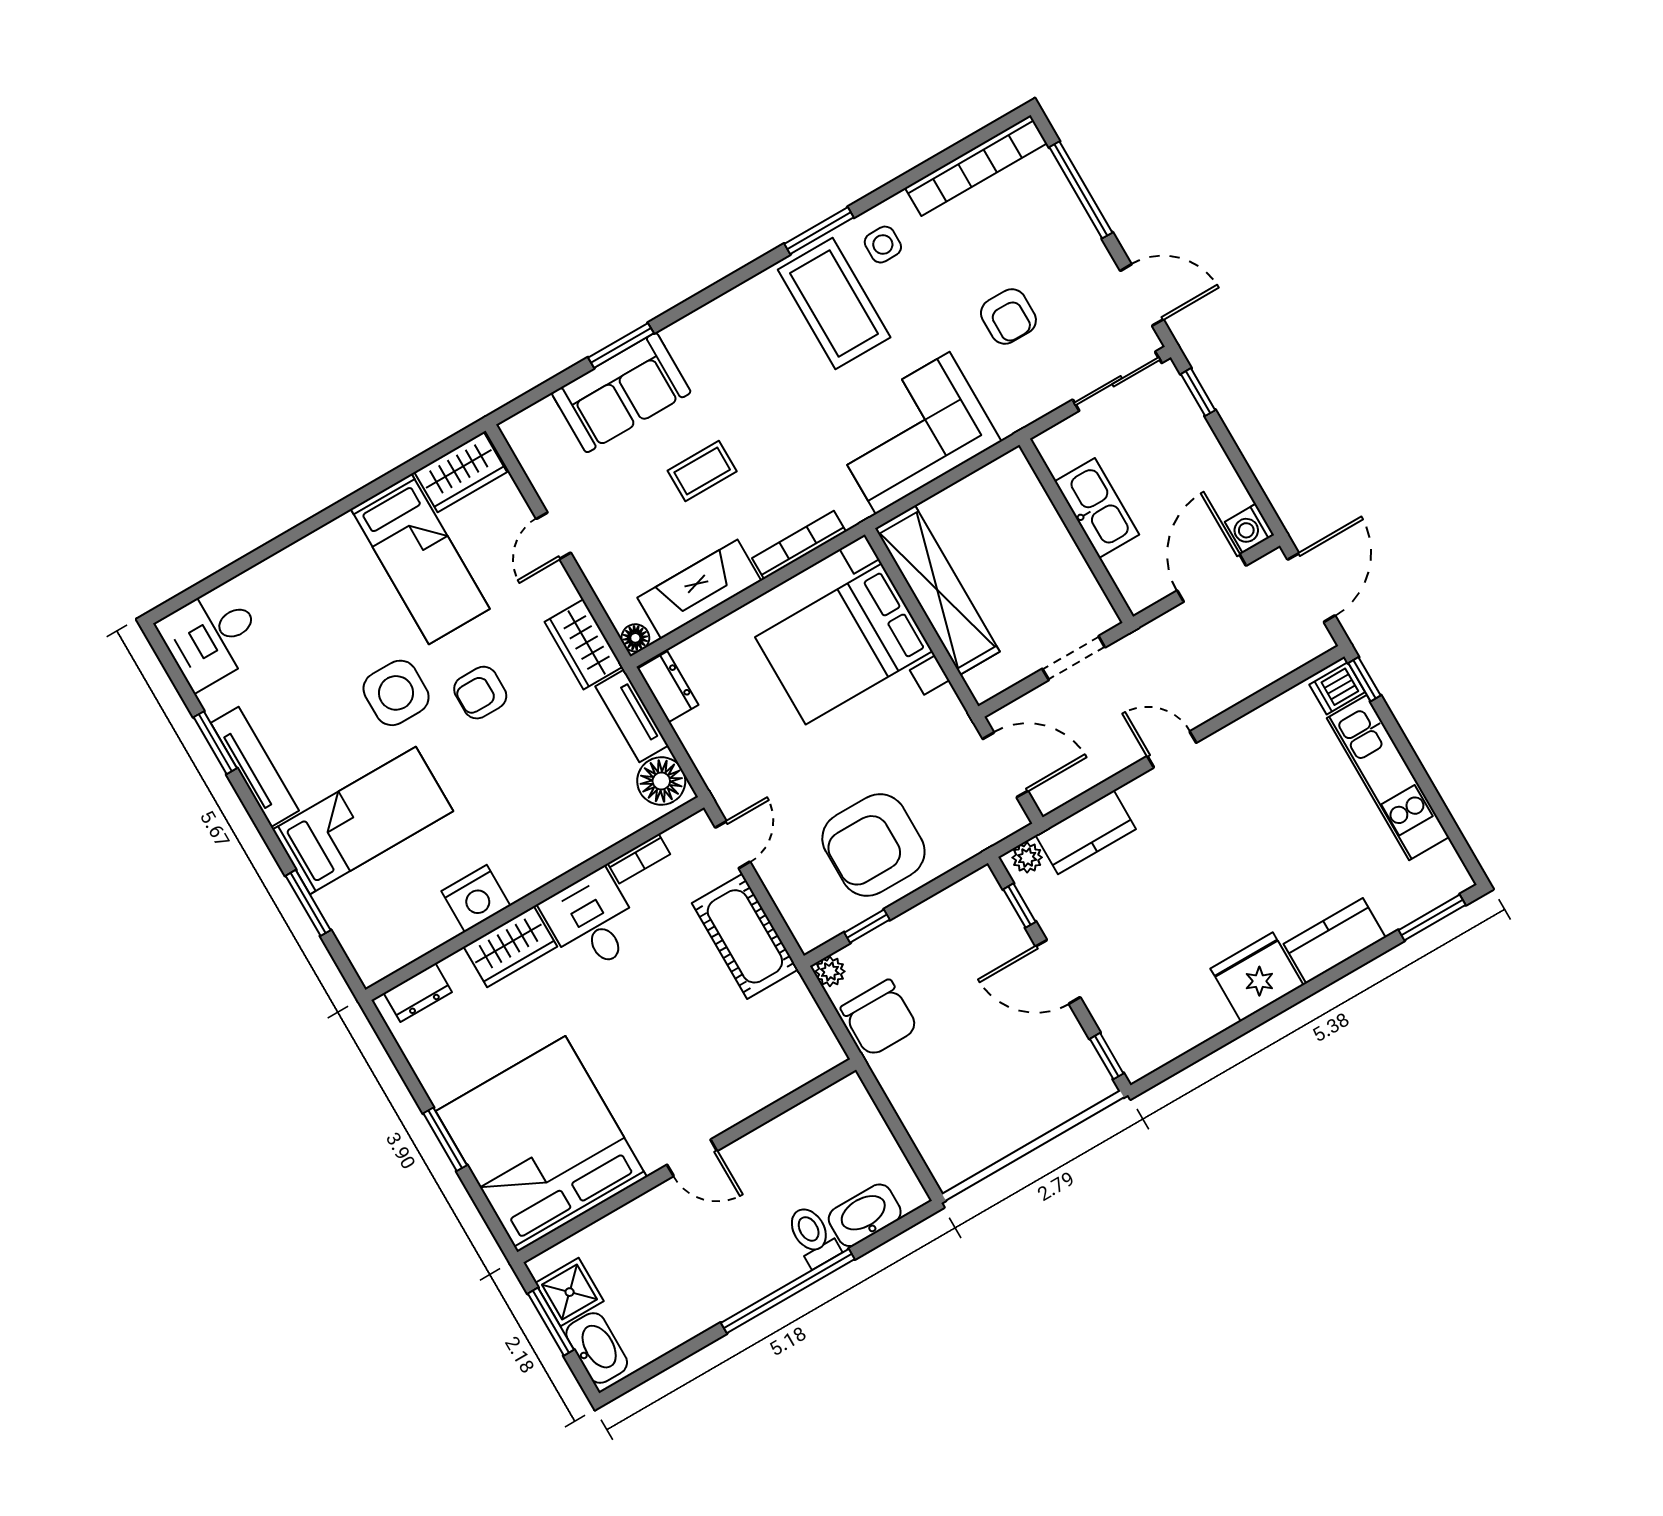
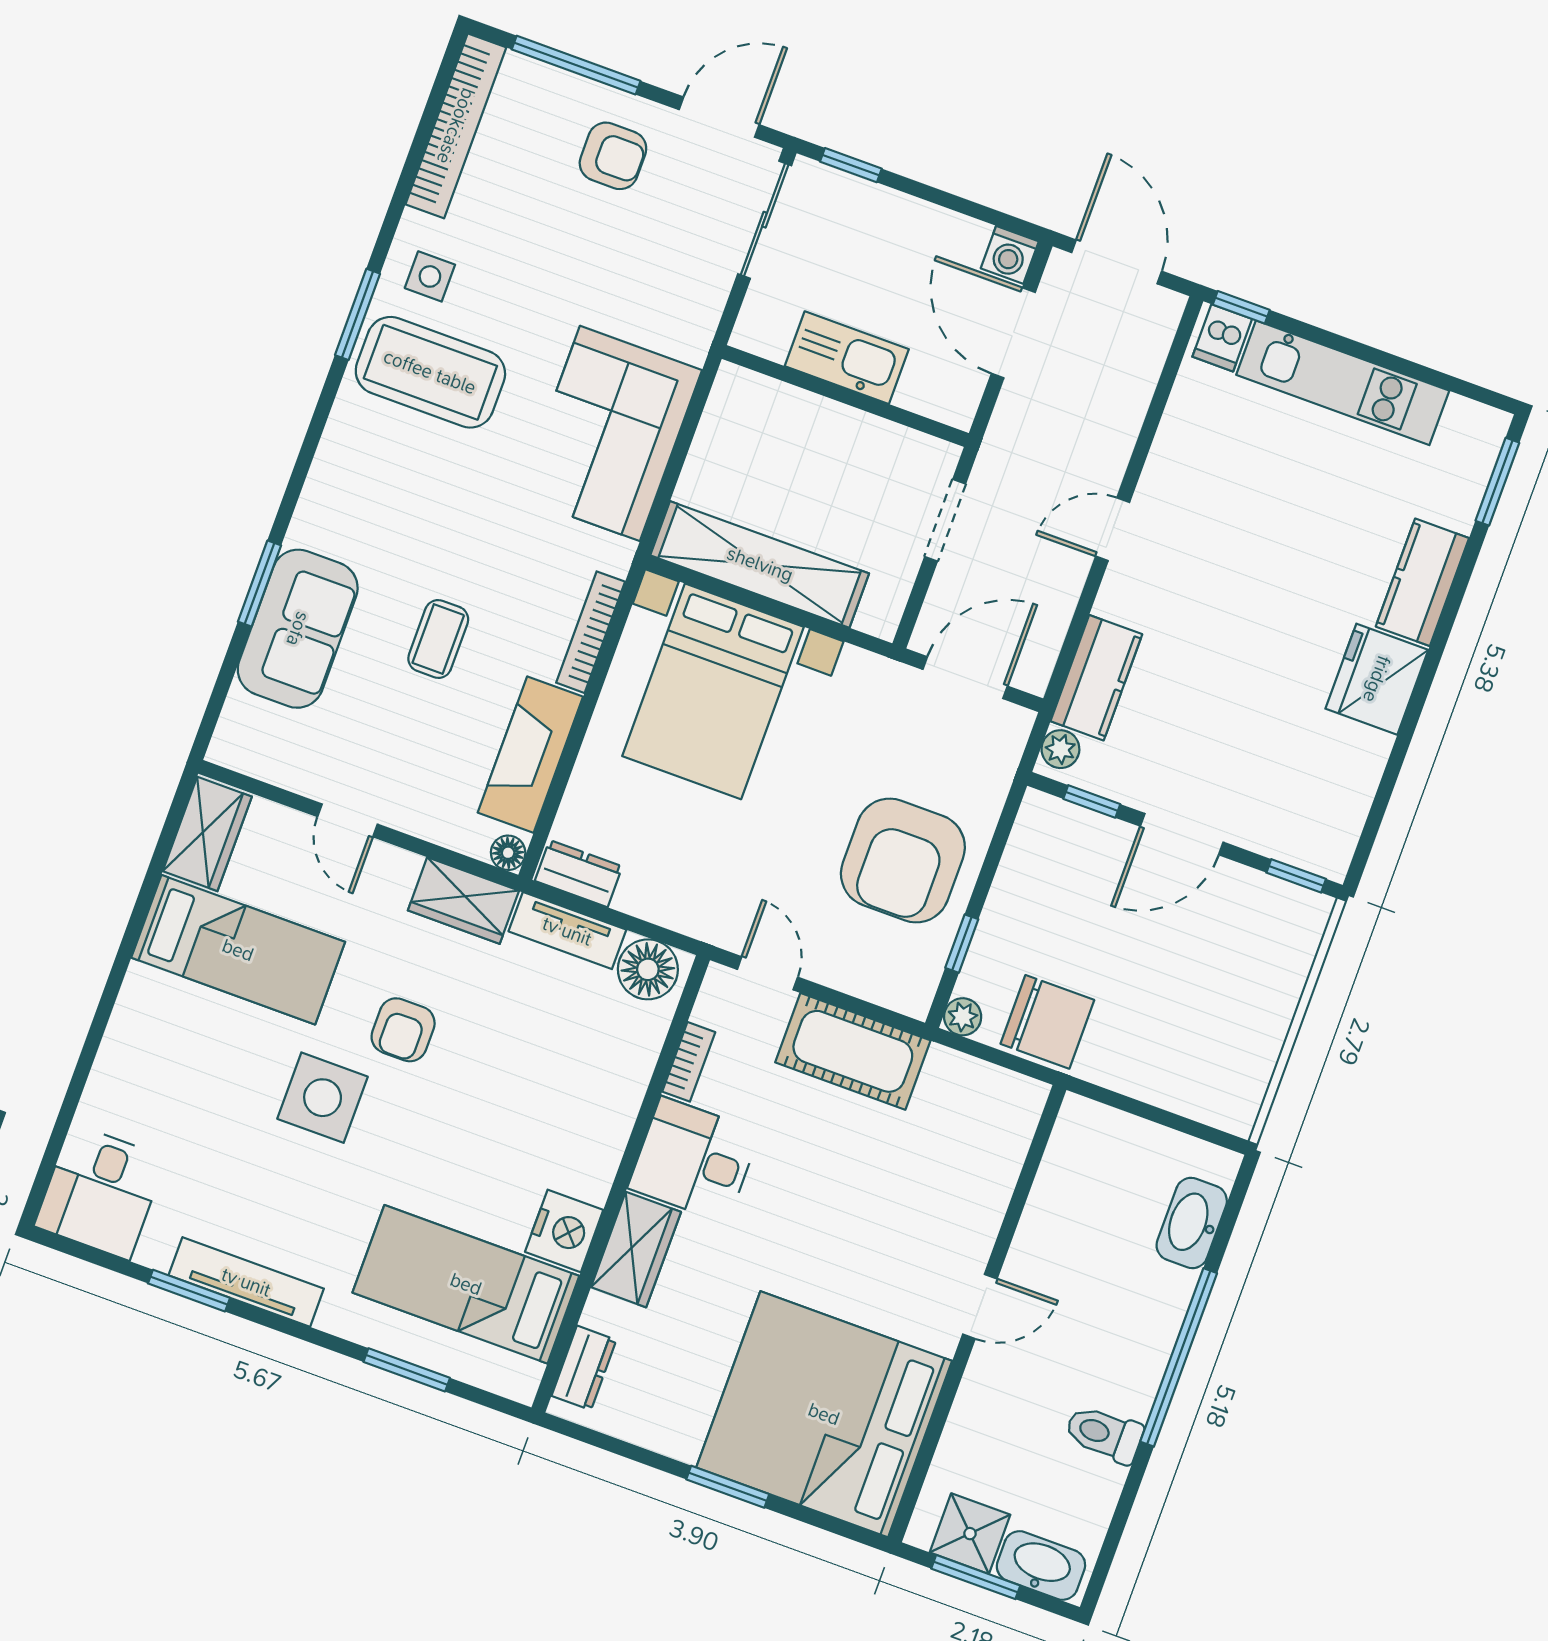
armchair: (1008, 317) -> (613, 156), moved
bed: (363, 820) -> (466, 1284), moved, turned -90
toilet: (813, 1236) -> (1104, 1434), moved

